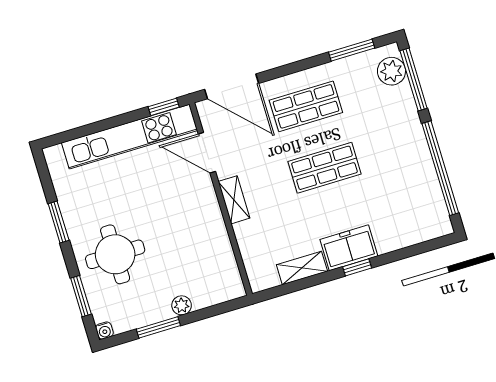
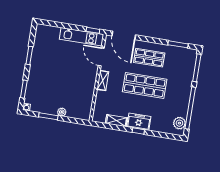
plant: (391, 71) -> (179, 123), moved
kitchen unit: (129, 137) -> (82, 37), width x0.73
shop shelf: (325, 168) -> (145, 85), width x1.43, depth x1.36
round table: (115, 254) -> (45, 79), removed

